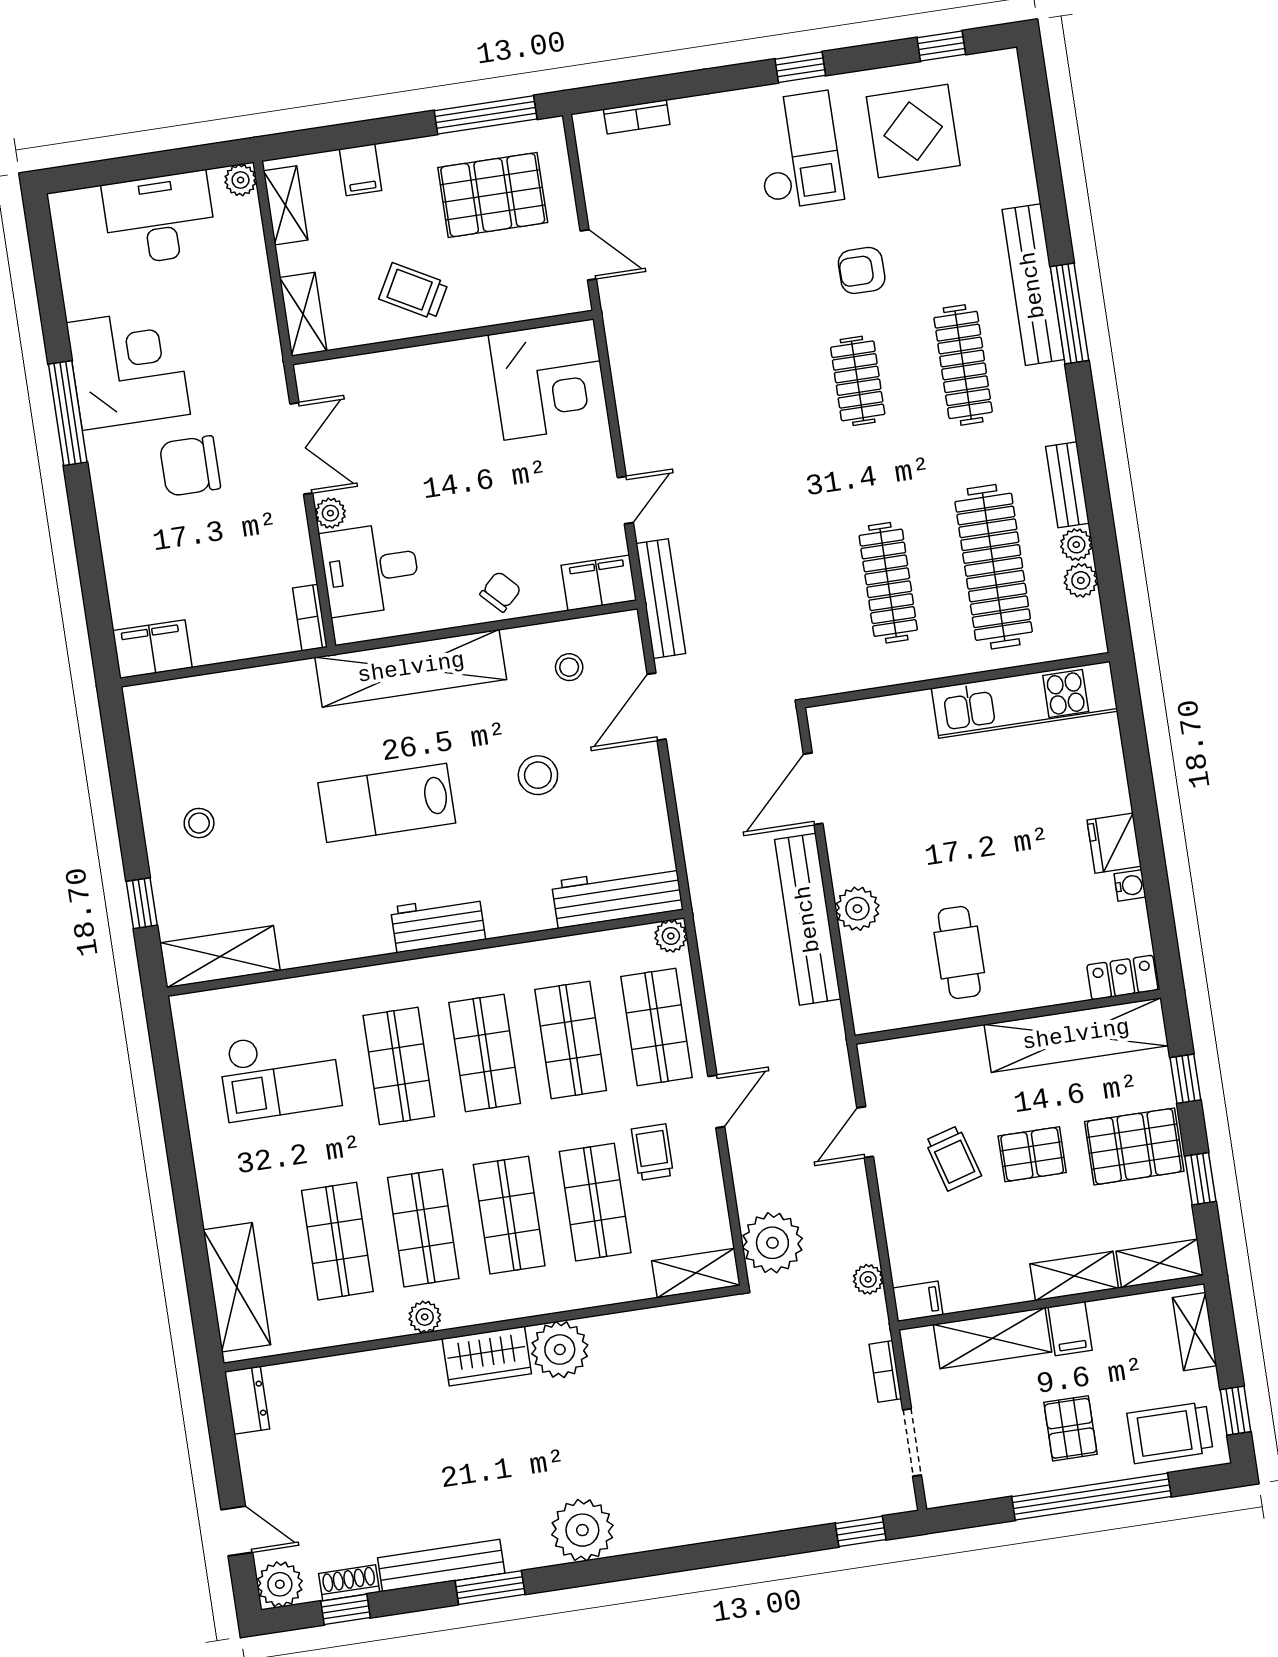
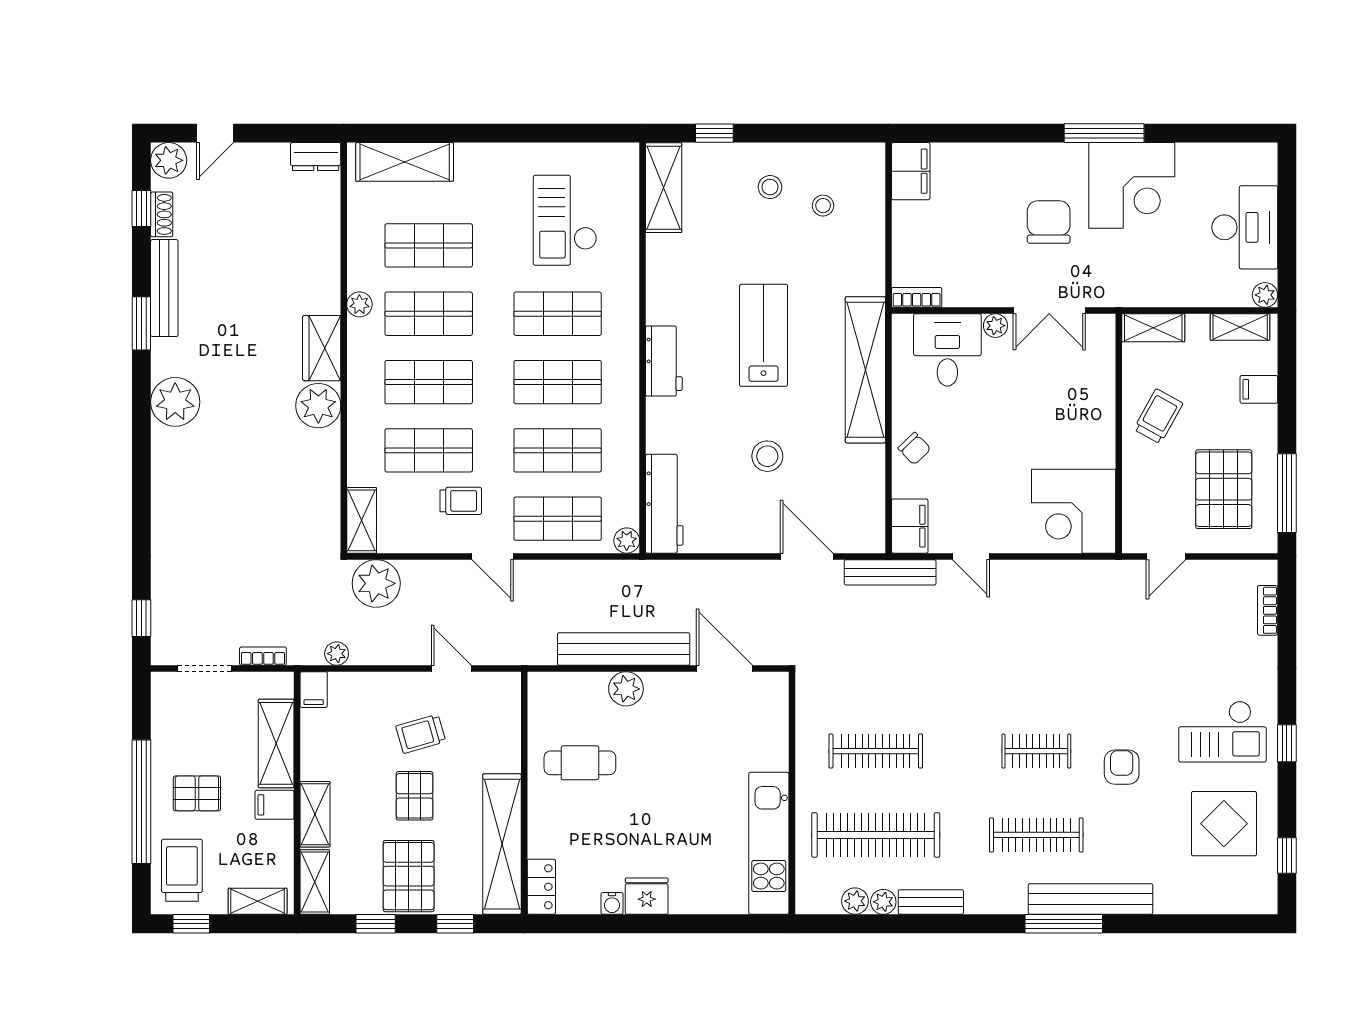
stool: (569, 667) -> (823, 206), moved

